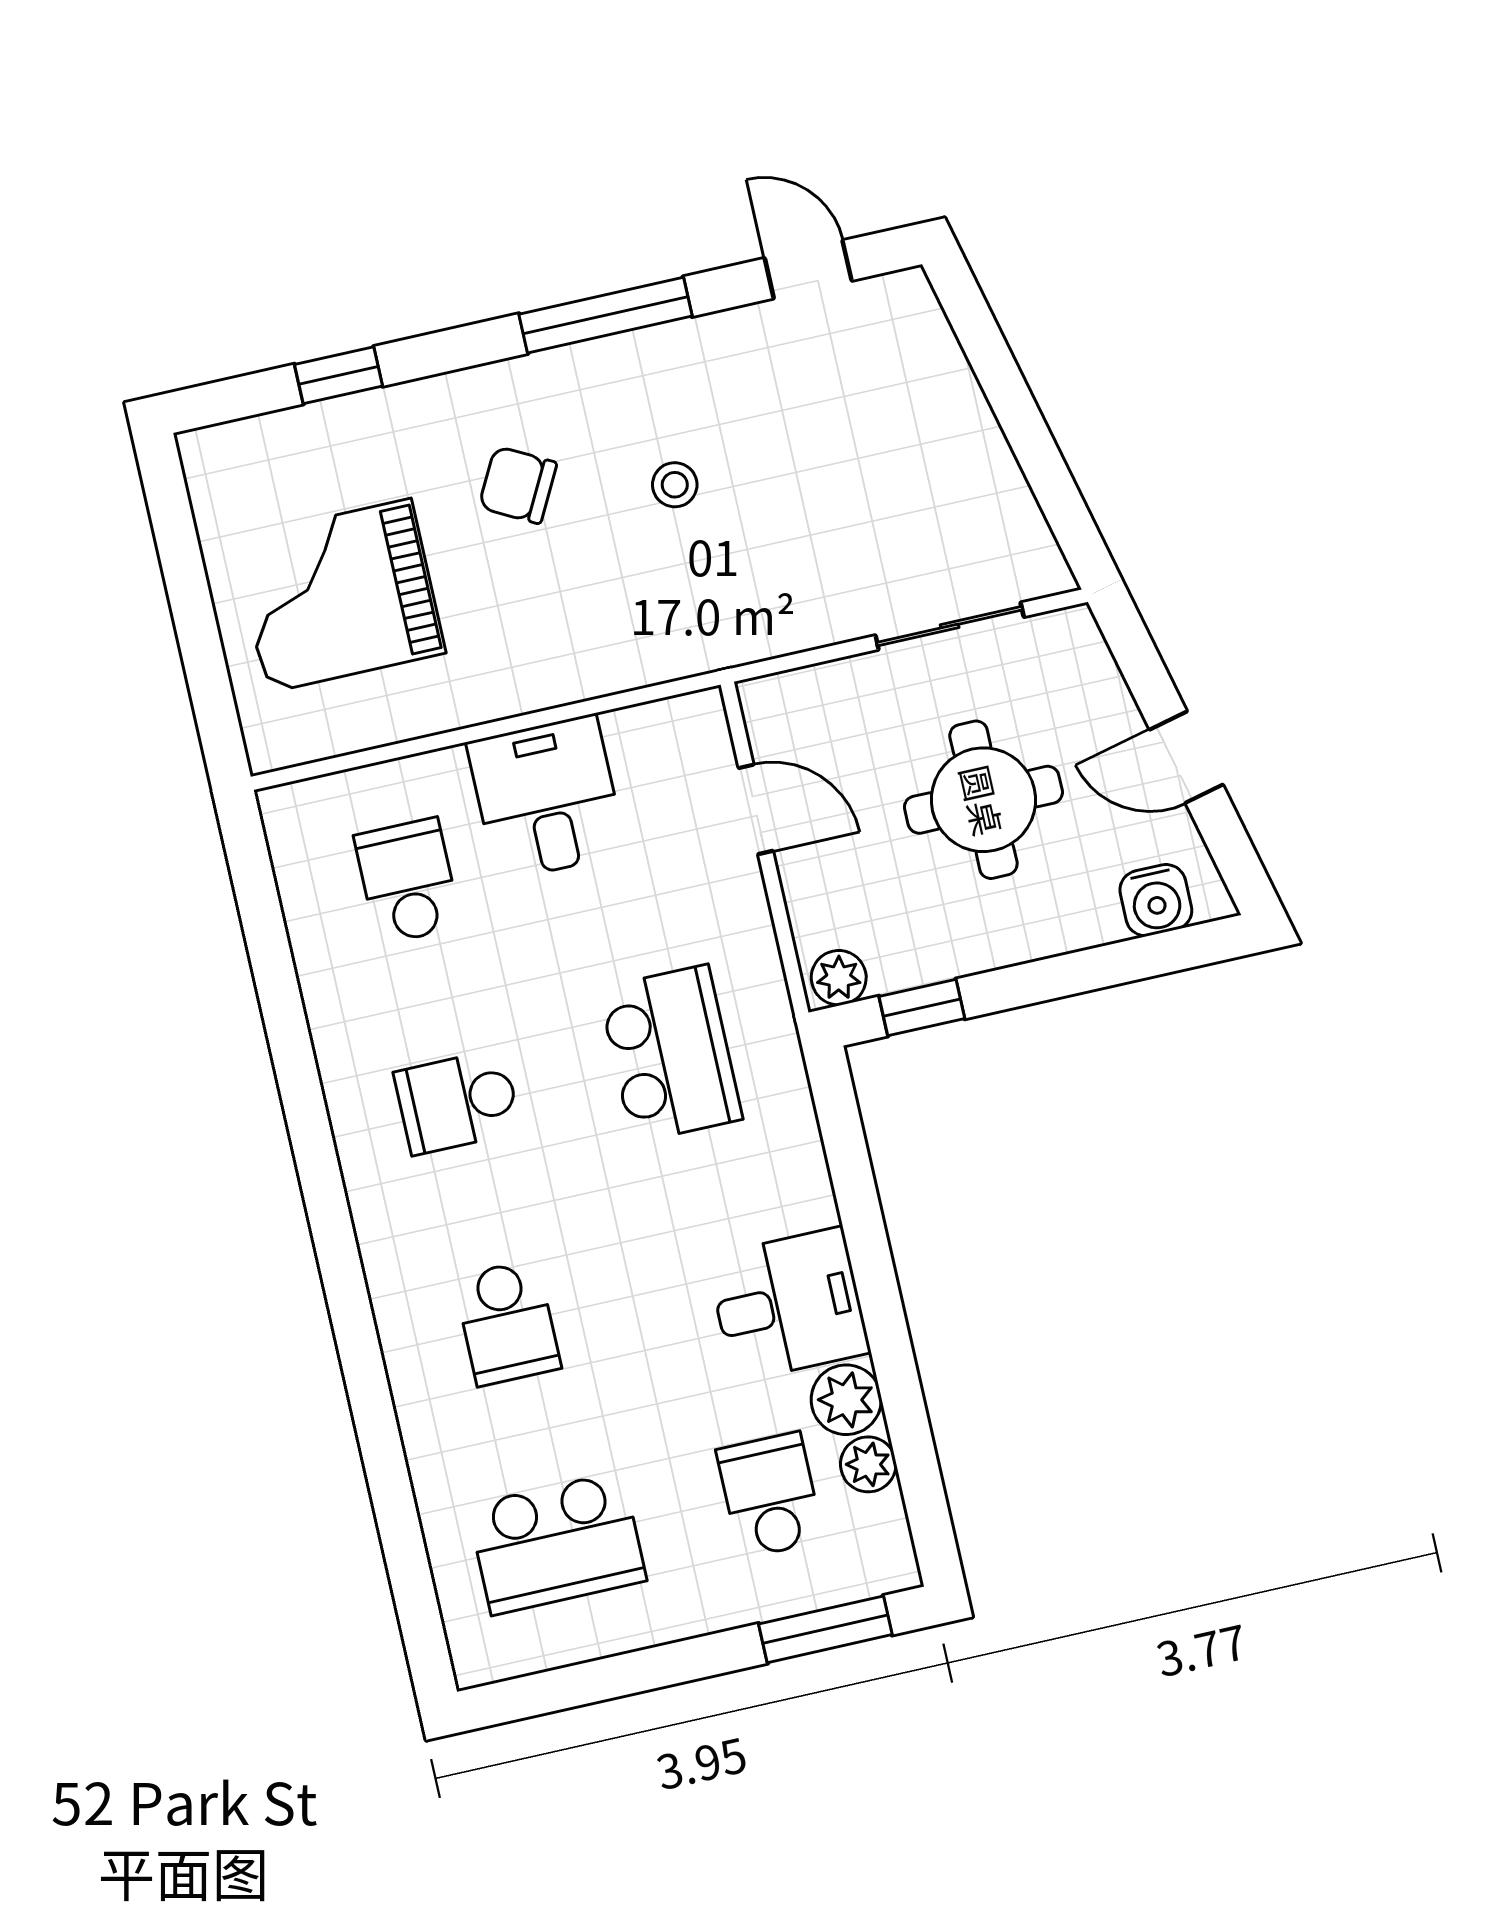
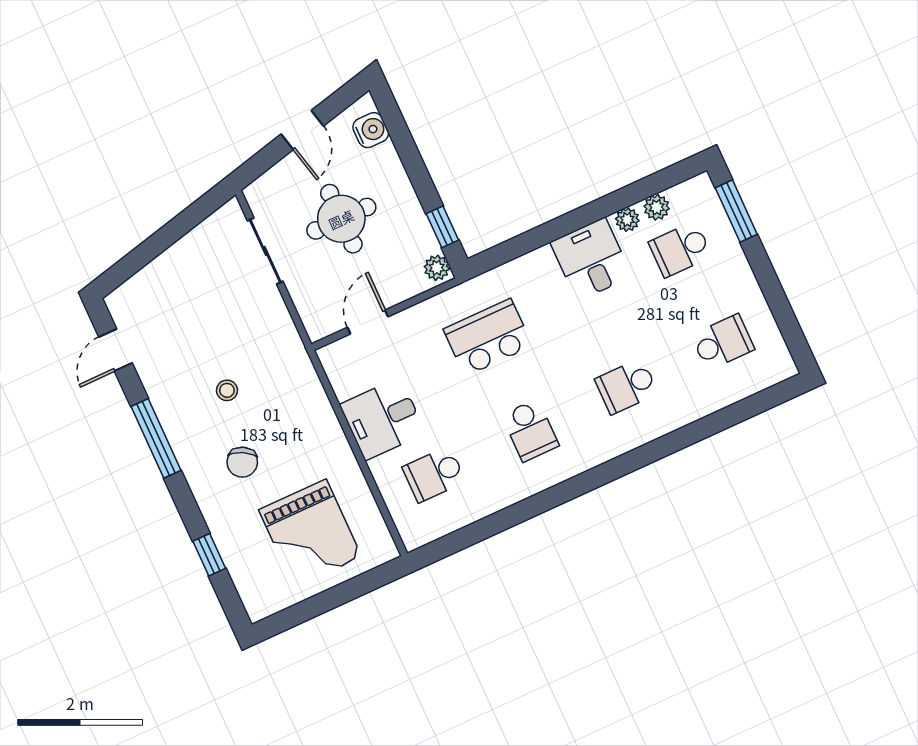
school desk: (507, 1323) -> (627, 386), turned 180
plant: (846, 1400) -> (627, 220), width x0.73, depth x0.73
school desk: (557, 1543) -> (723, 342), width x0.54

